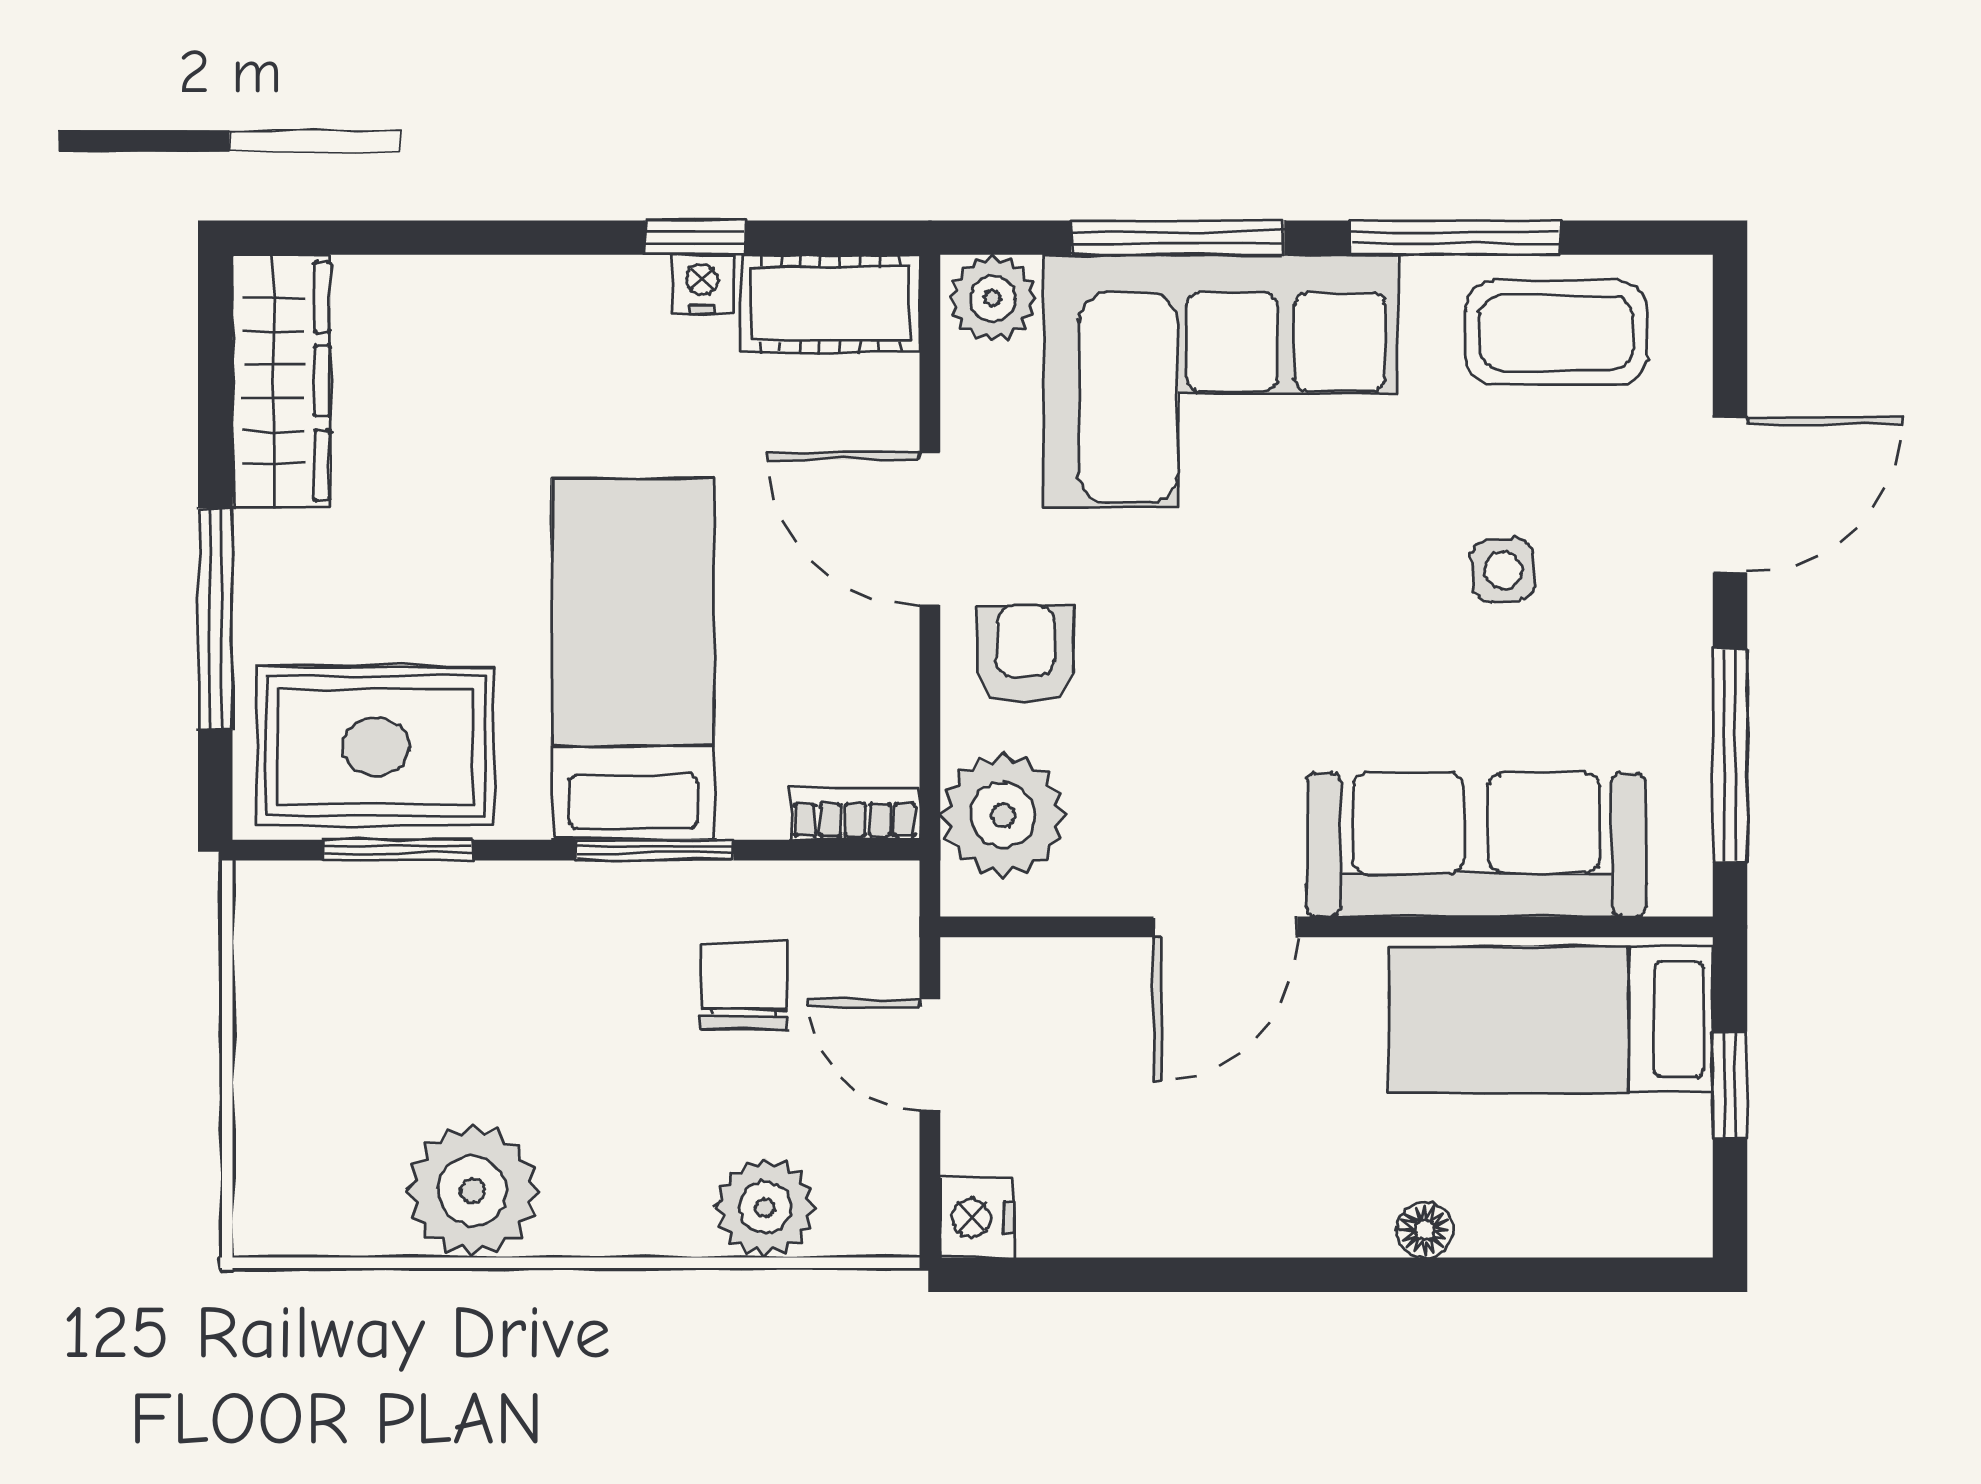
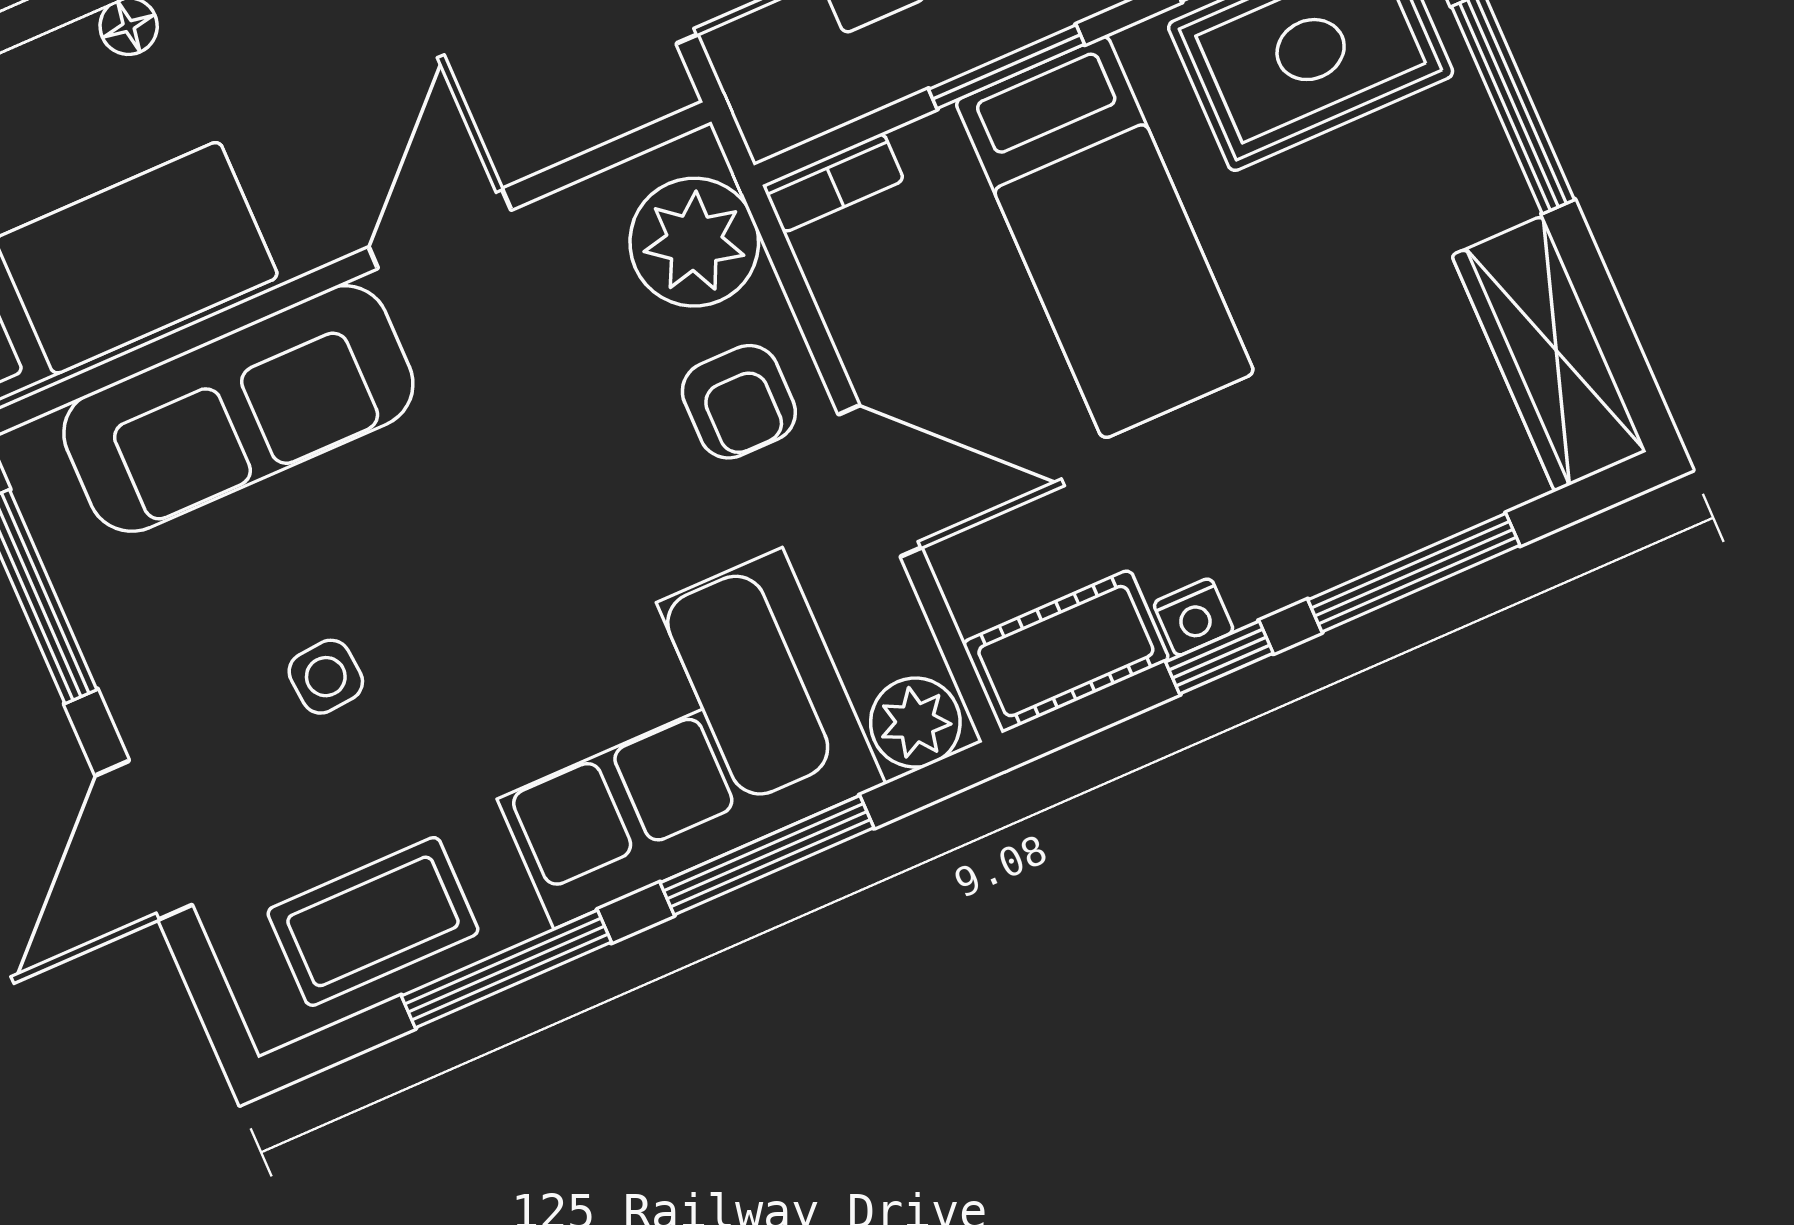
window: (488, 238) -> (1414, 573), added

